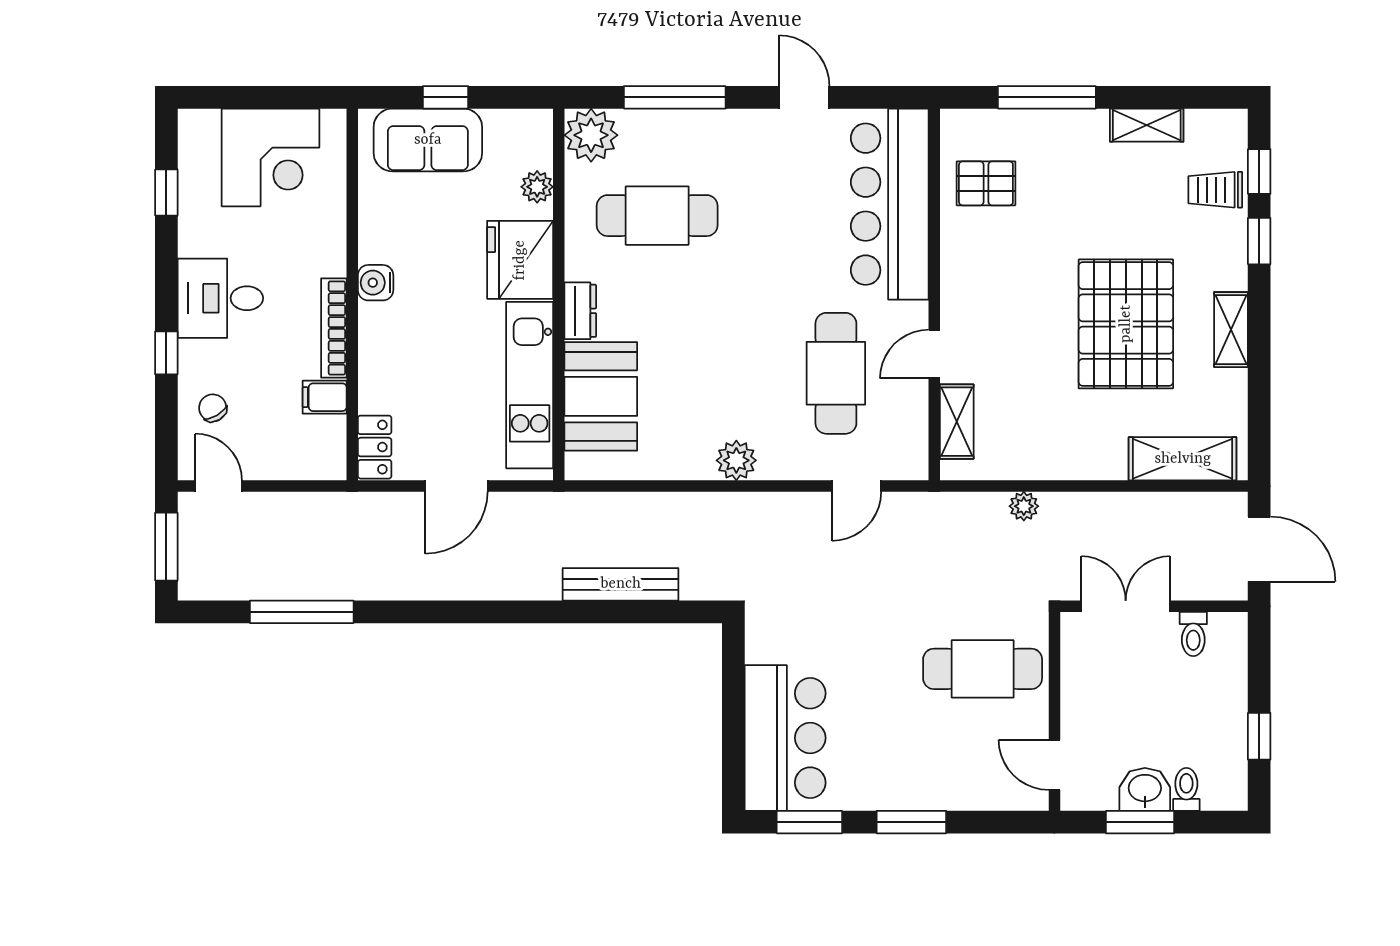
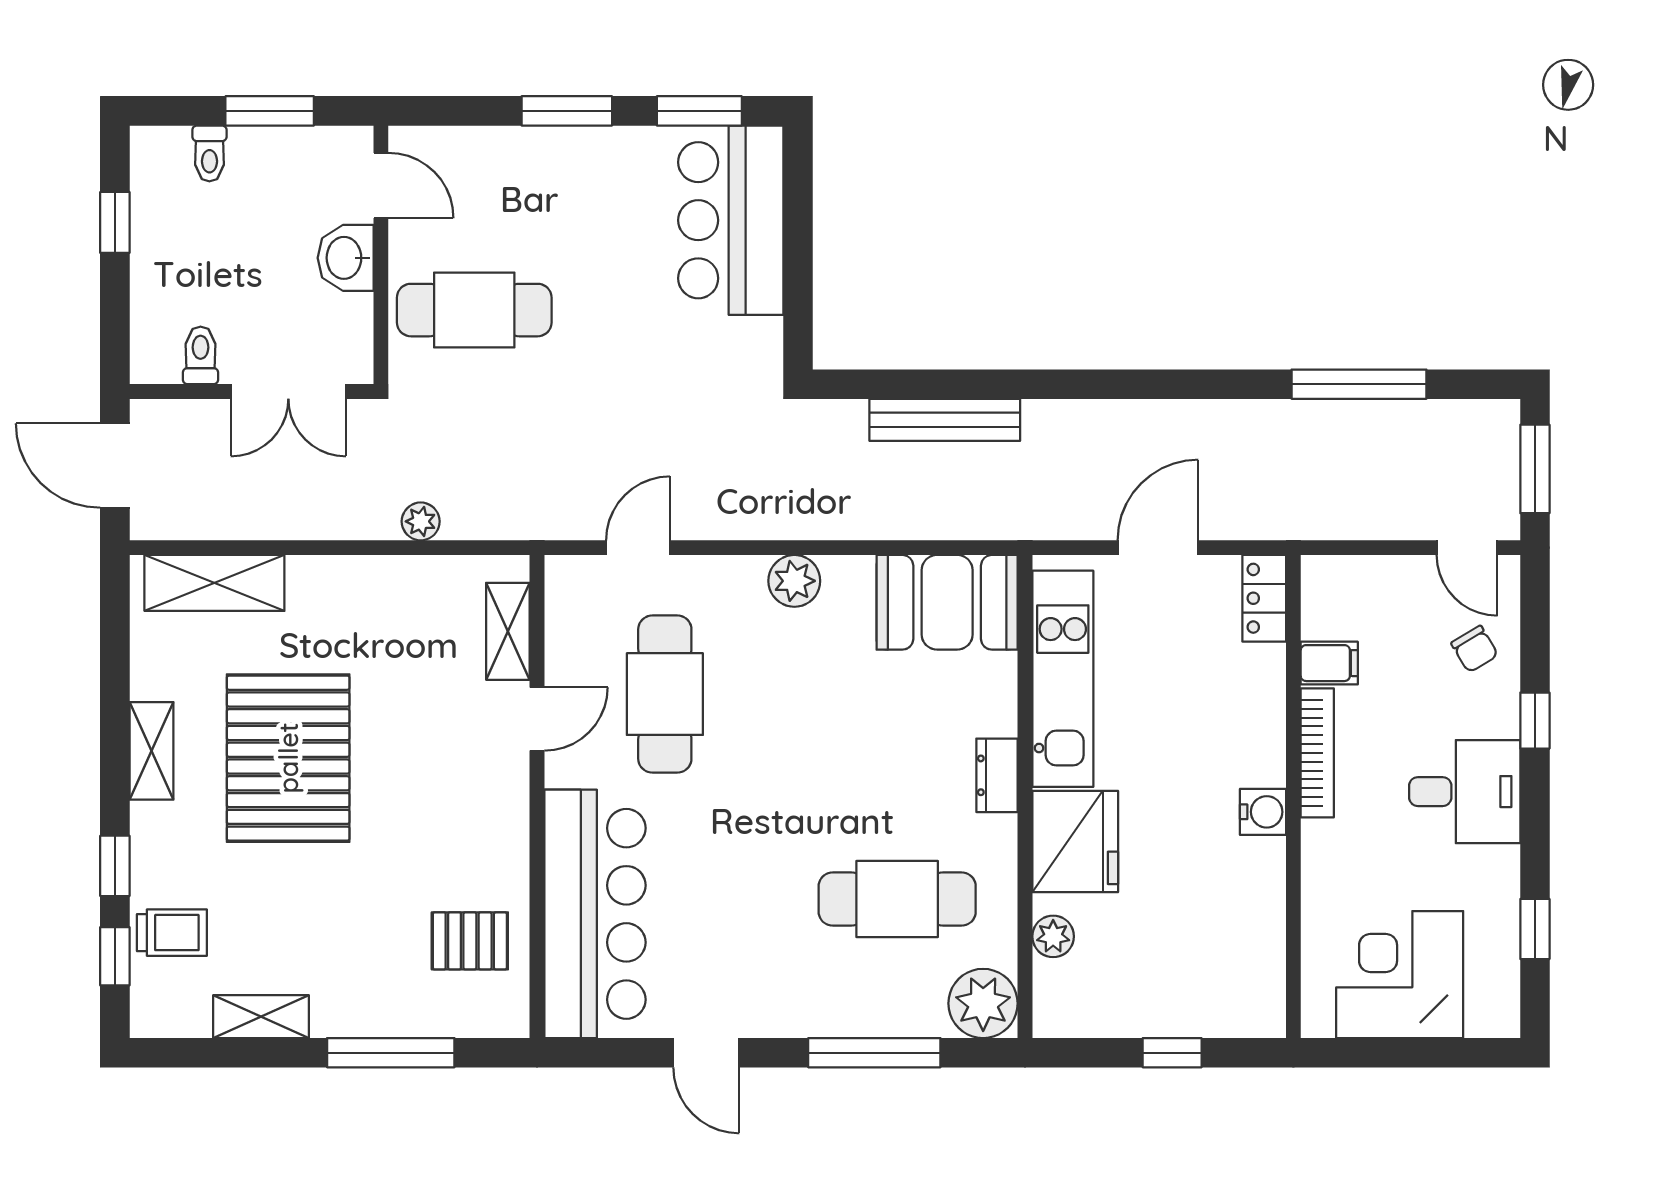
sofa: (428, 140) -> (1195, 997), removed
booth: (601, 396) -> (947, 602), moved, turned 90
washbasin: (1145, 789) -> (346, 258), moved, turned 90

